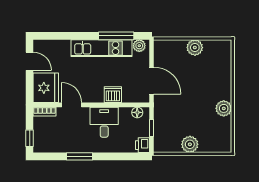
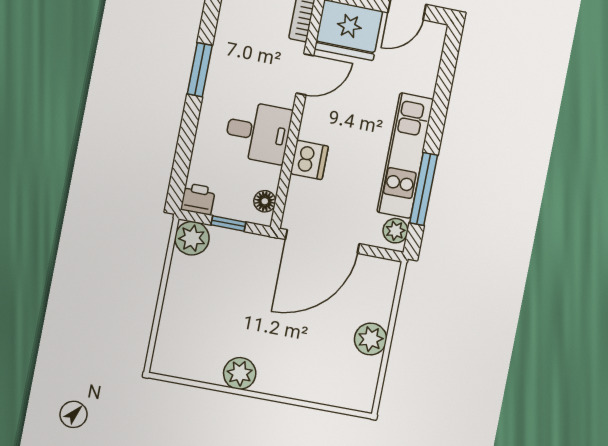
door: (152, 81) -> (322, 242), width x1.36
plant: (190, 144) -> (192, 238), moved

